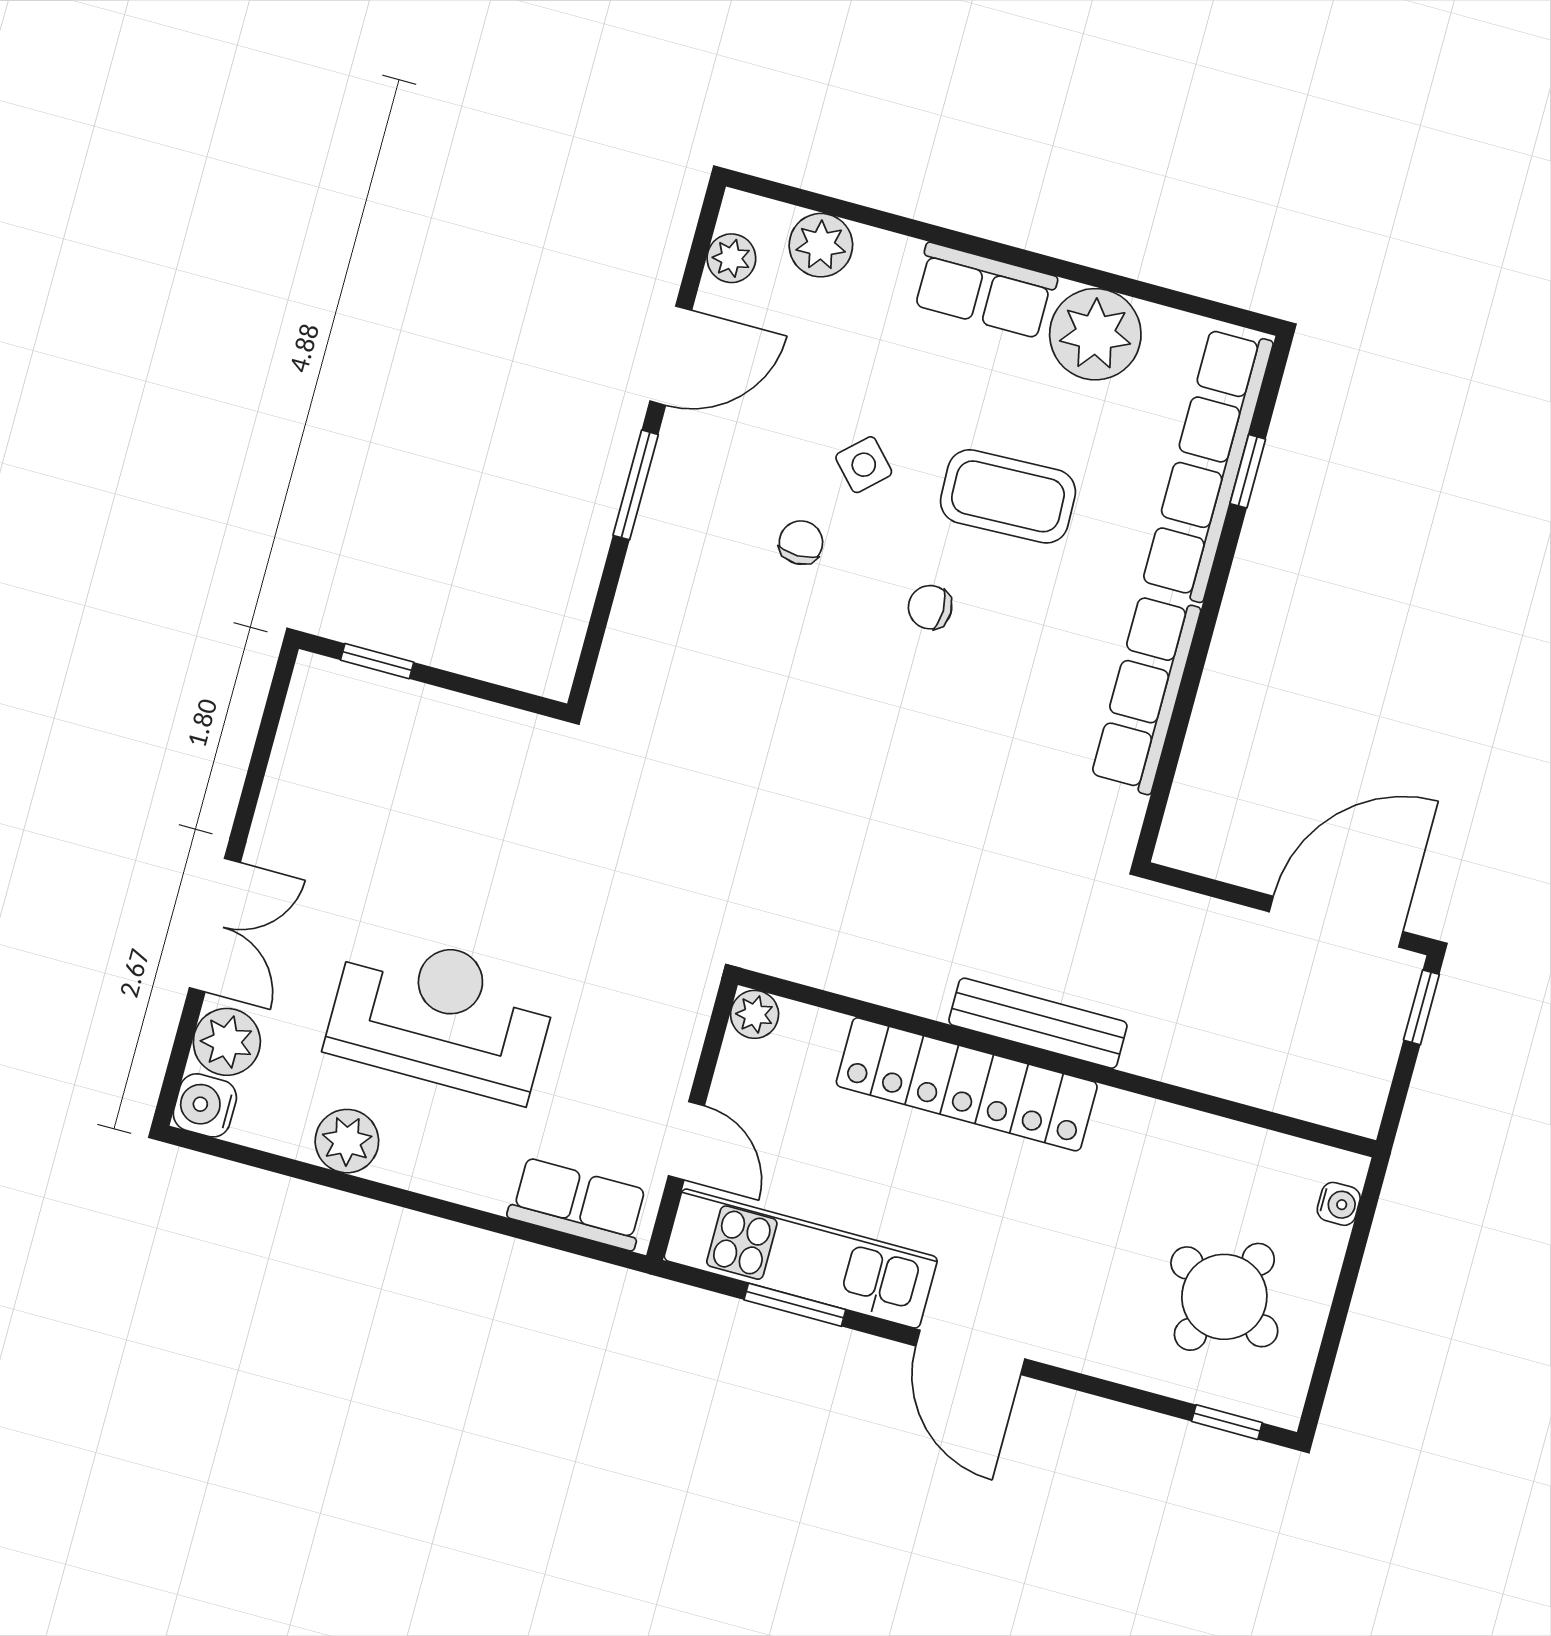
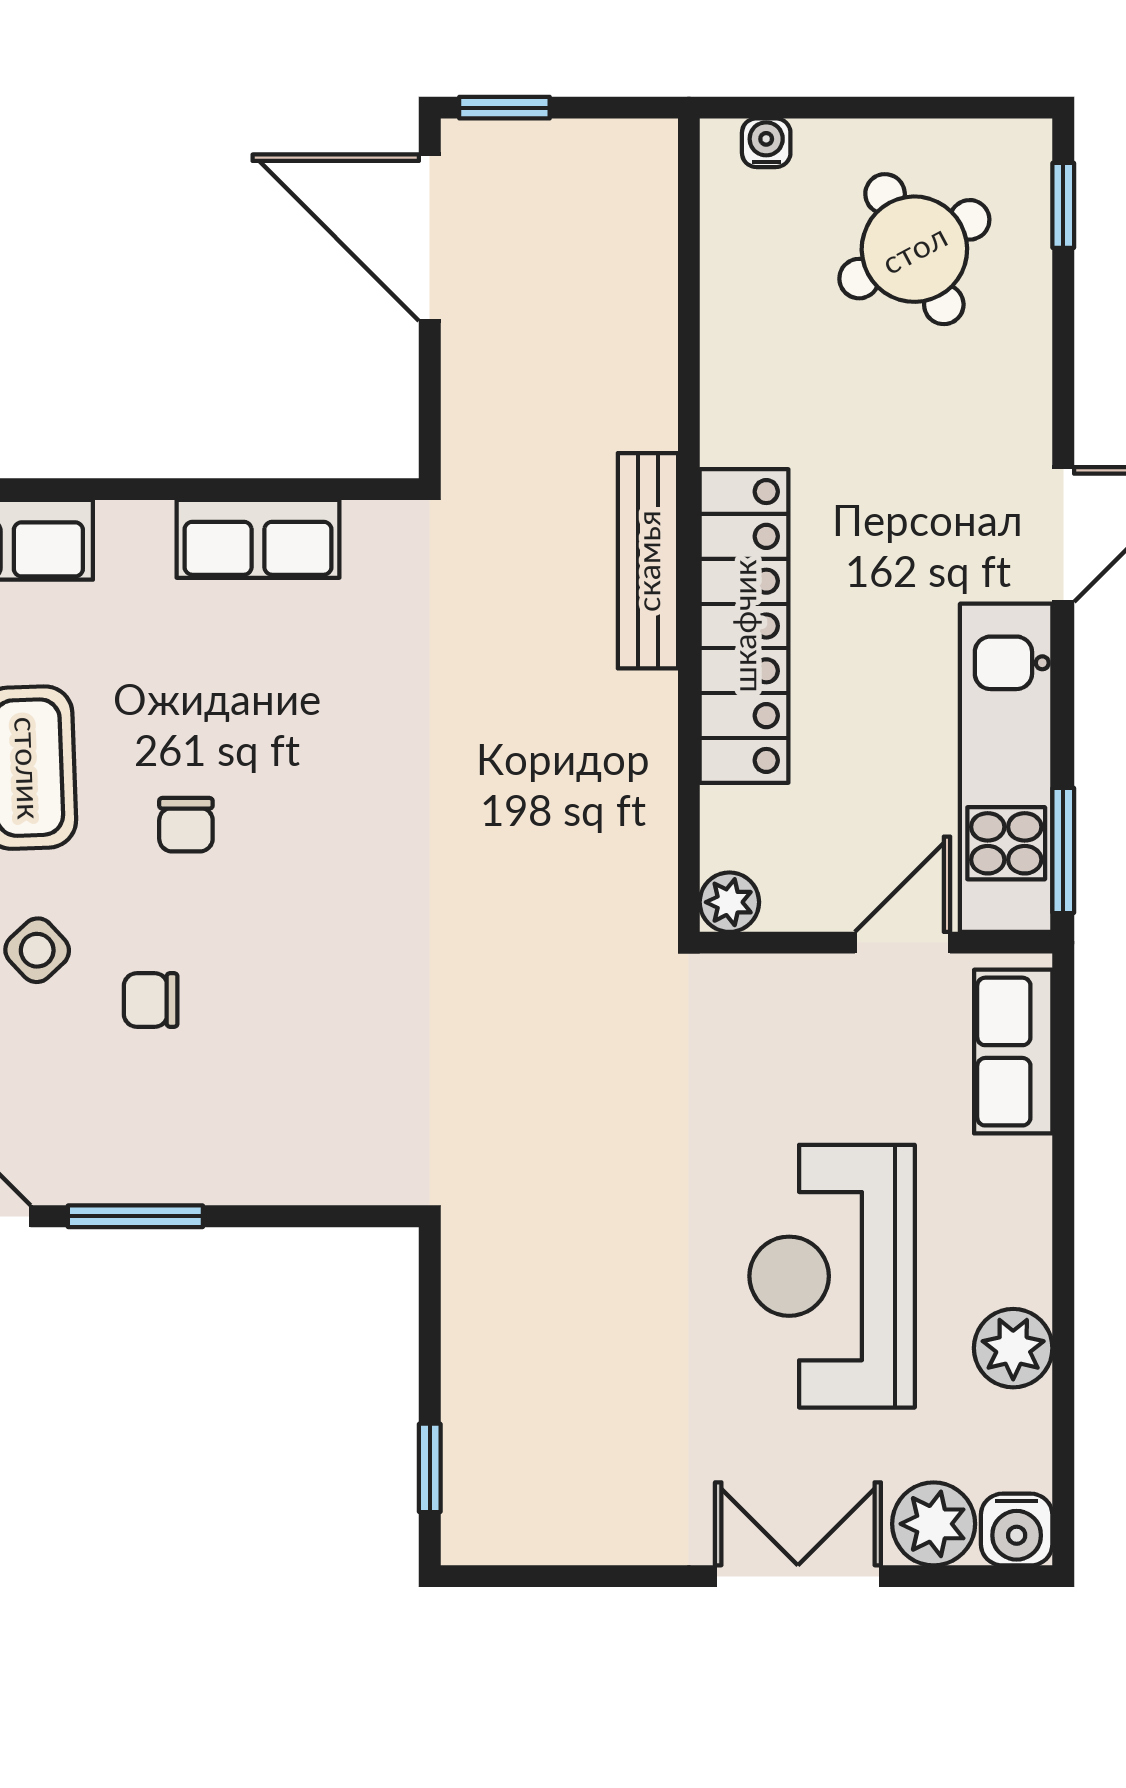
row of seats: (1146, 694) -> (258, 539), width x0.68
round table: (1224, 1297) -> (914, 249), turned 35
window: (795, 1305) -> (1063, 850), moved

